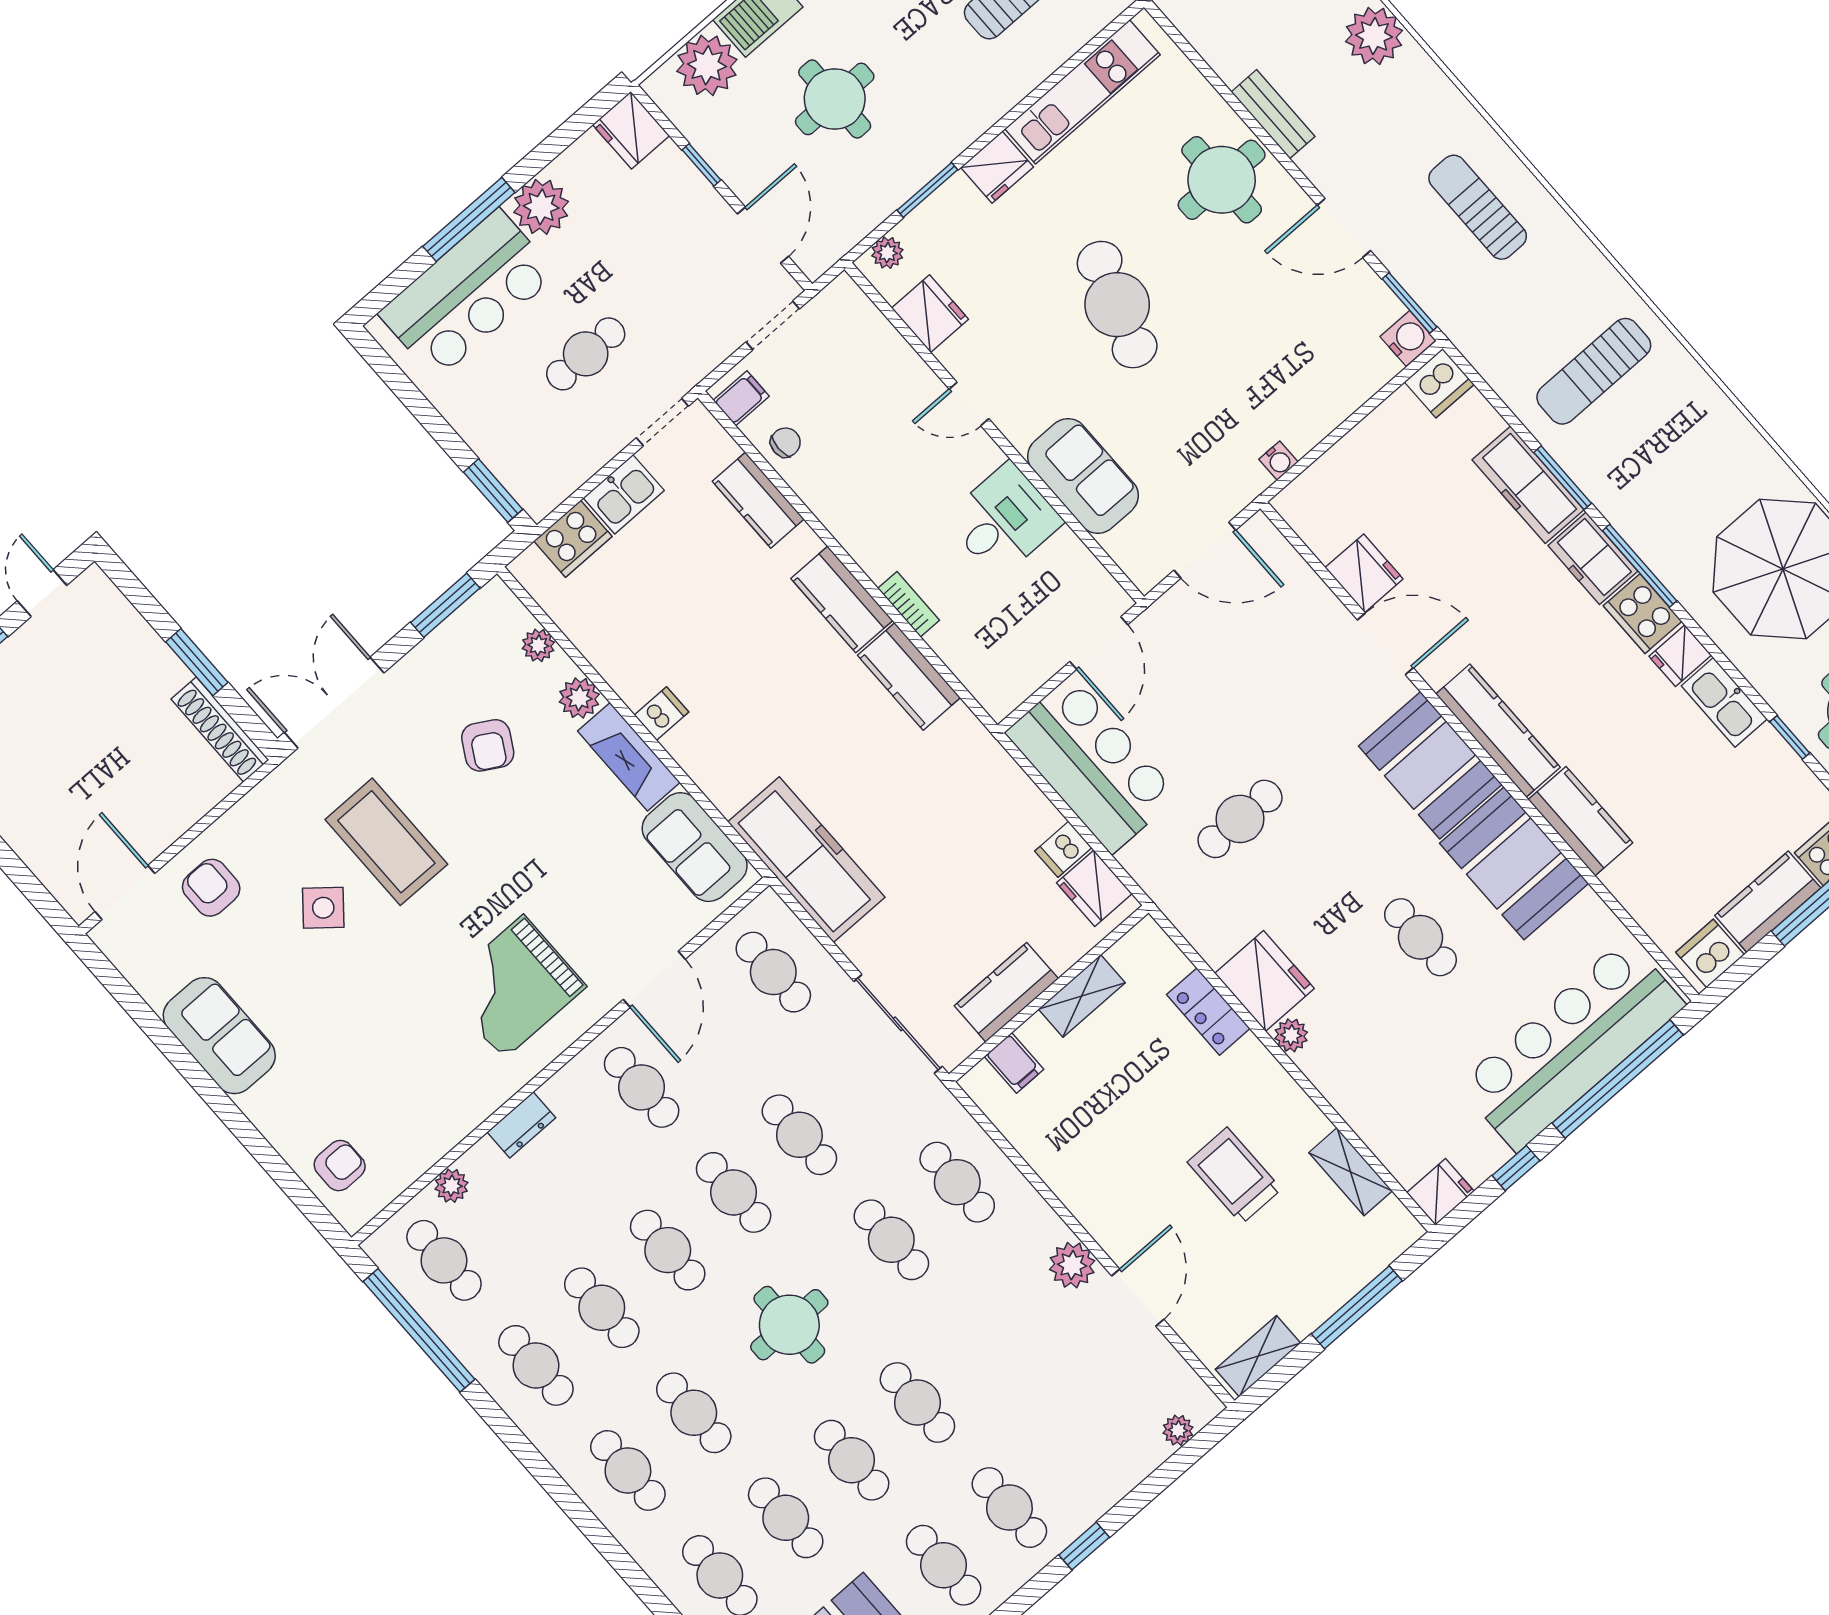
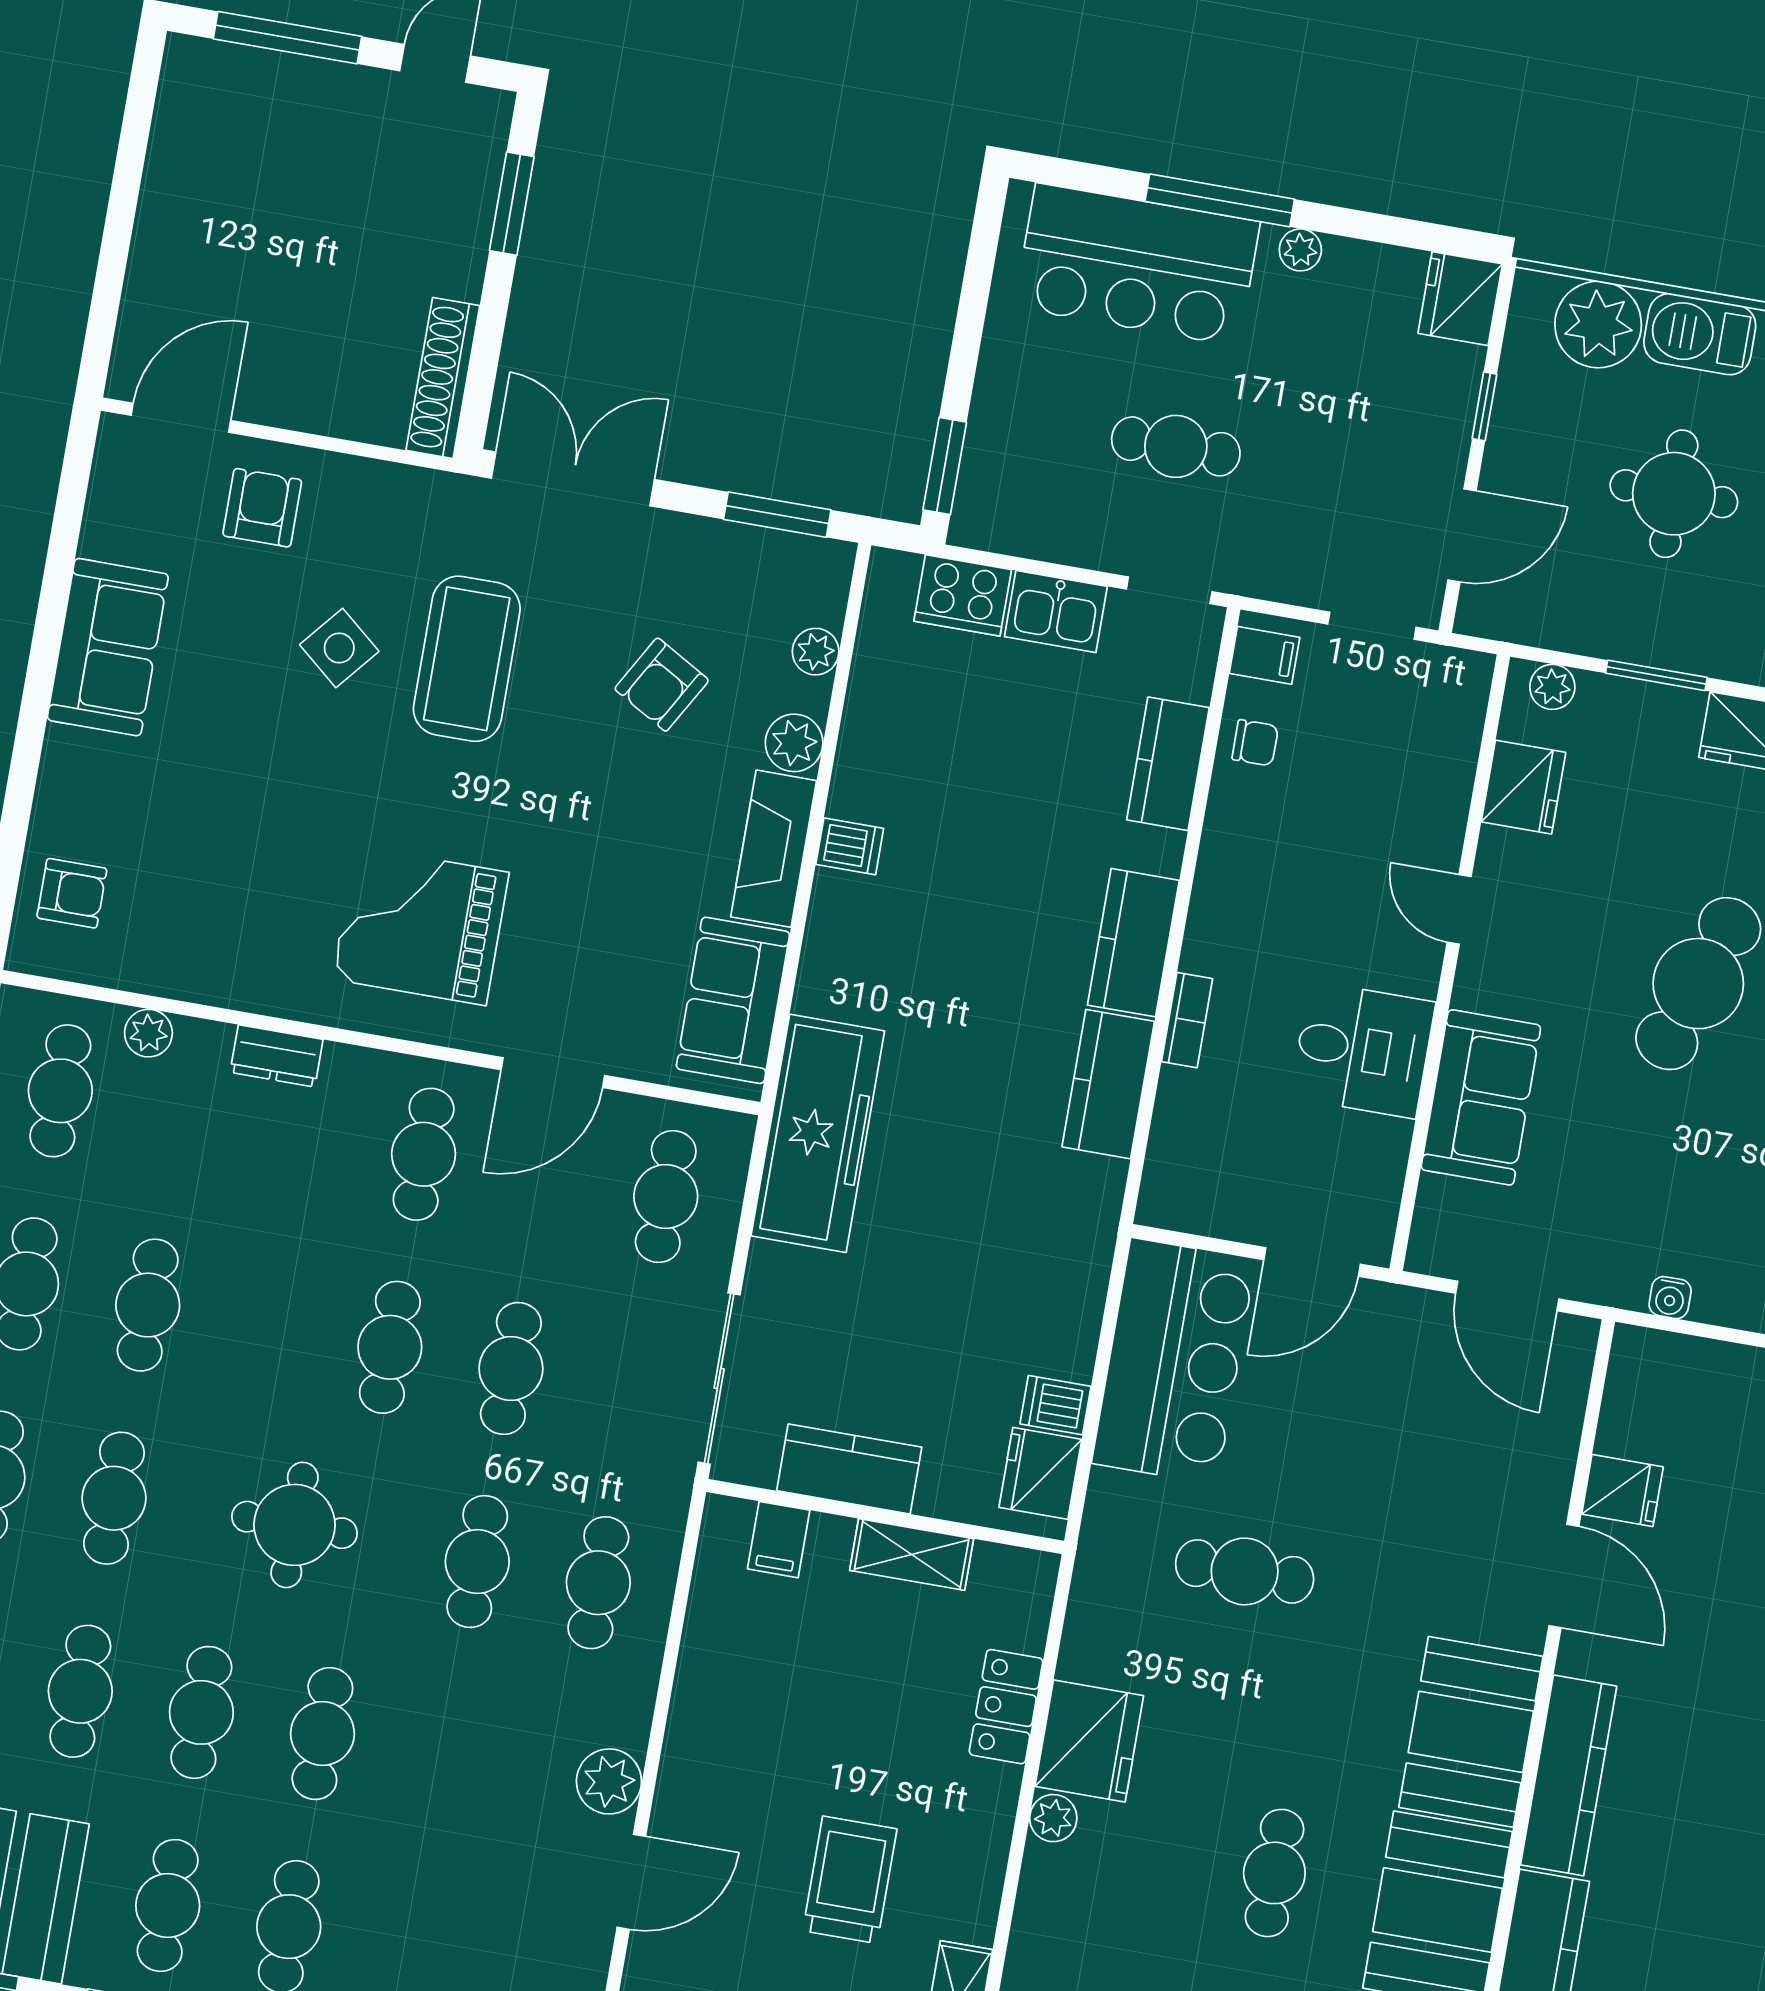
plant: (541, 207) -> (1300, 250), width x0.53, depth x0.53
fridge: (1364, 573) -> (1622, 1490), width x0.72
window: (197, 662) -> (512, 204), moved
cafe table: (668, 1250) -> (269, 1326), removed

